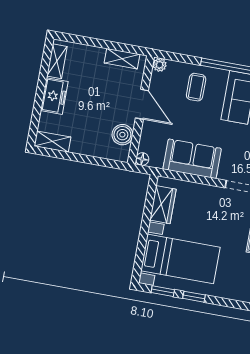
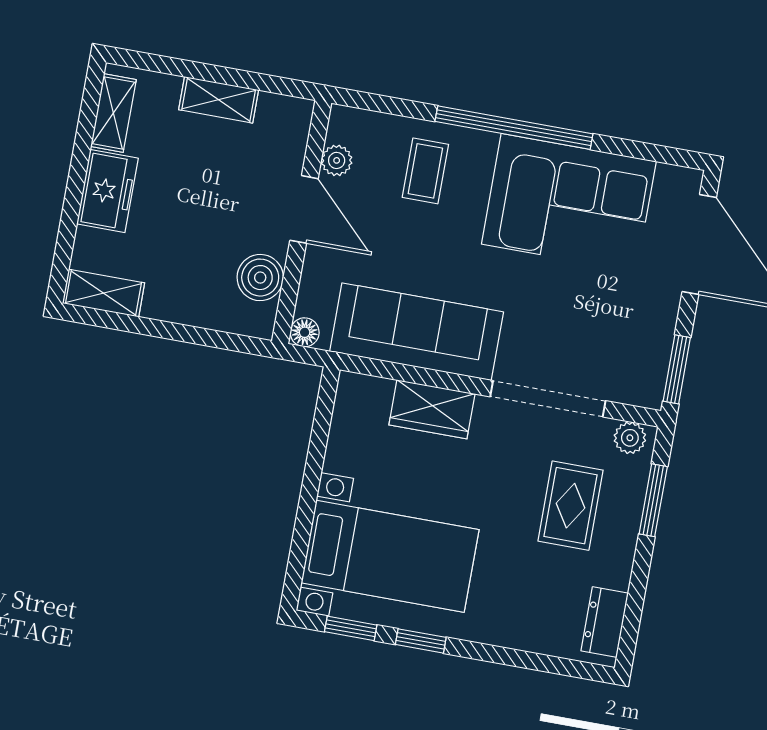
shelving: (122, 59) -> (219, 100), moved
plant: (160, 65) -> (337, 160), moved
sofa: (192, 159) -> (417, 332), width x1.36
wardrobe: (163, 205) -> (432, 409), moved, turned 90

